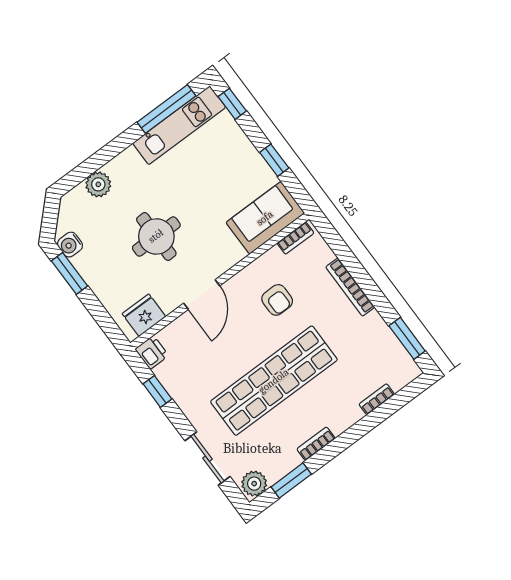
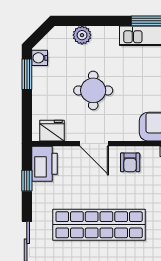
door: (202, 295) -> (94, 144), hinge flipped
armchair: (277, 300) -> (130, 162), moved
printer: (152, 352) -> (45, 164), width x1.87, depth x1.48

